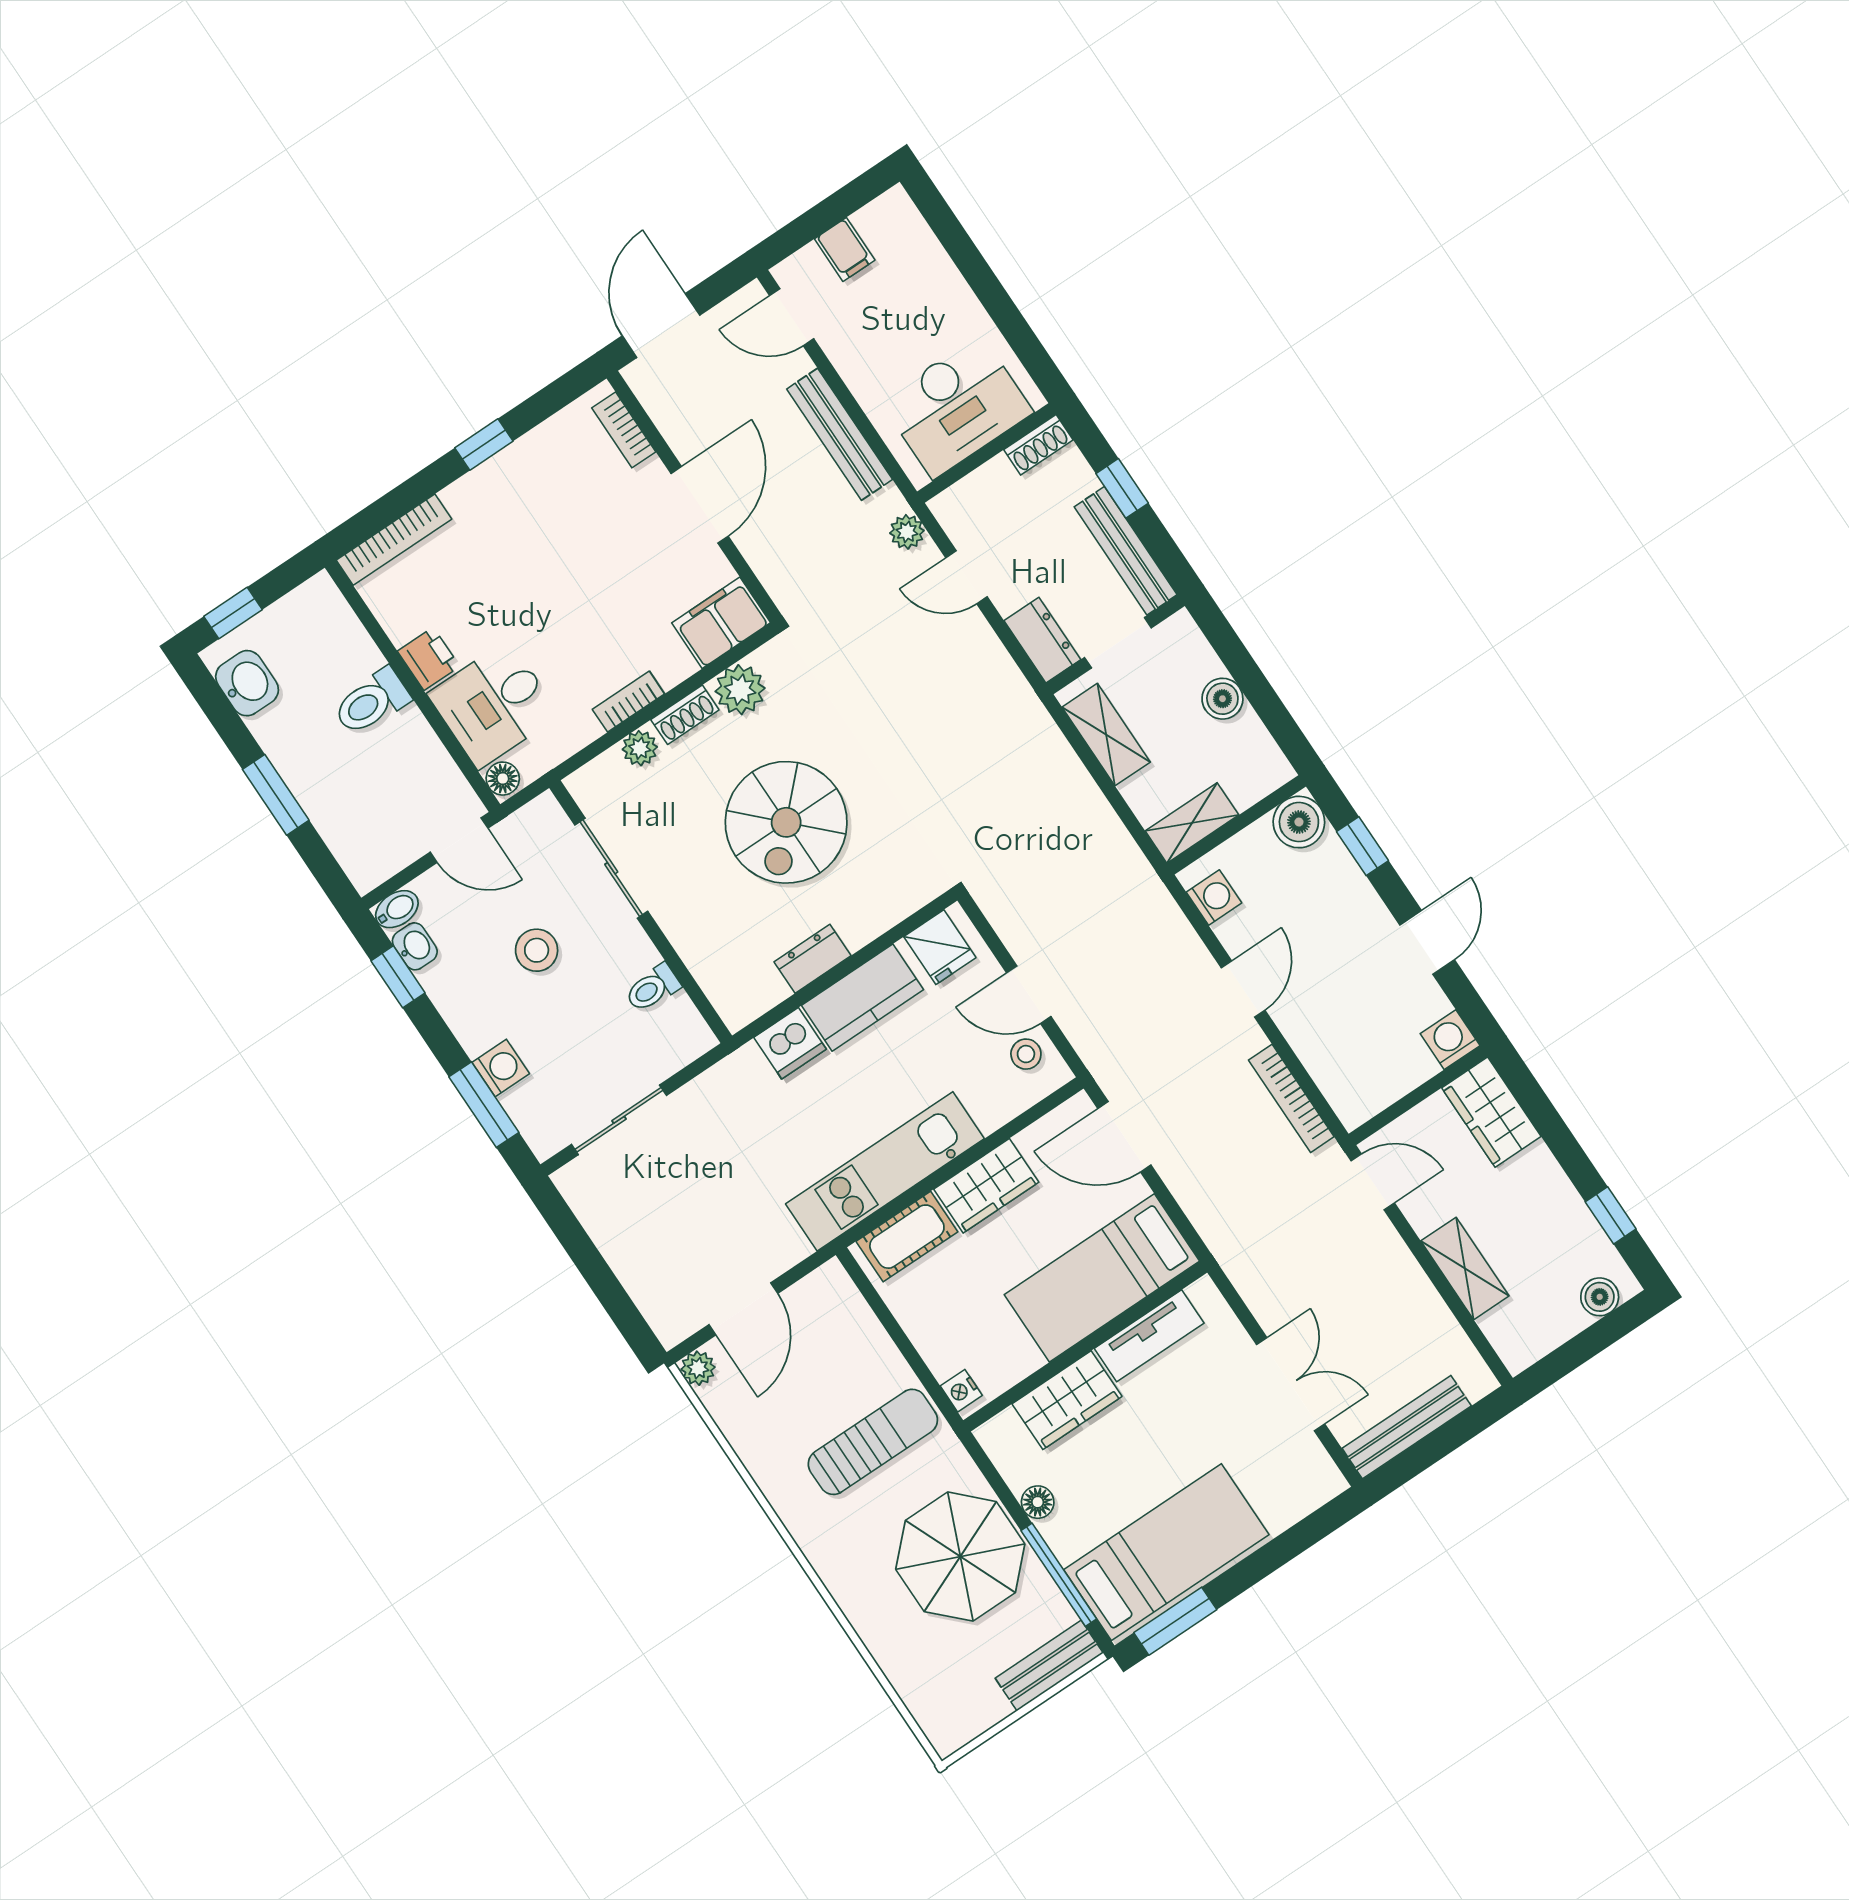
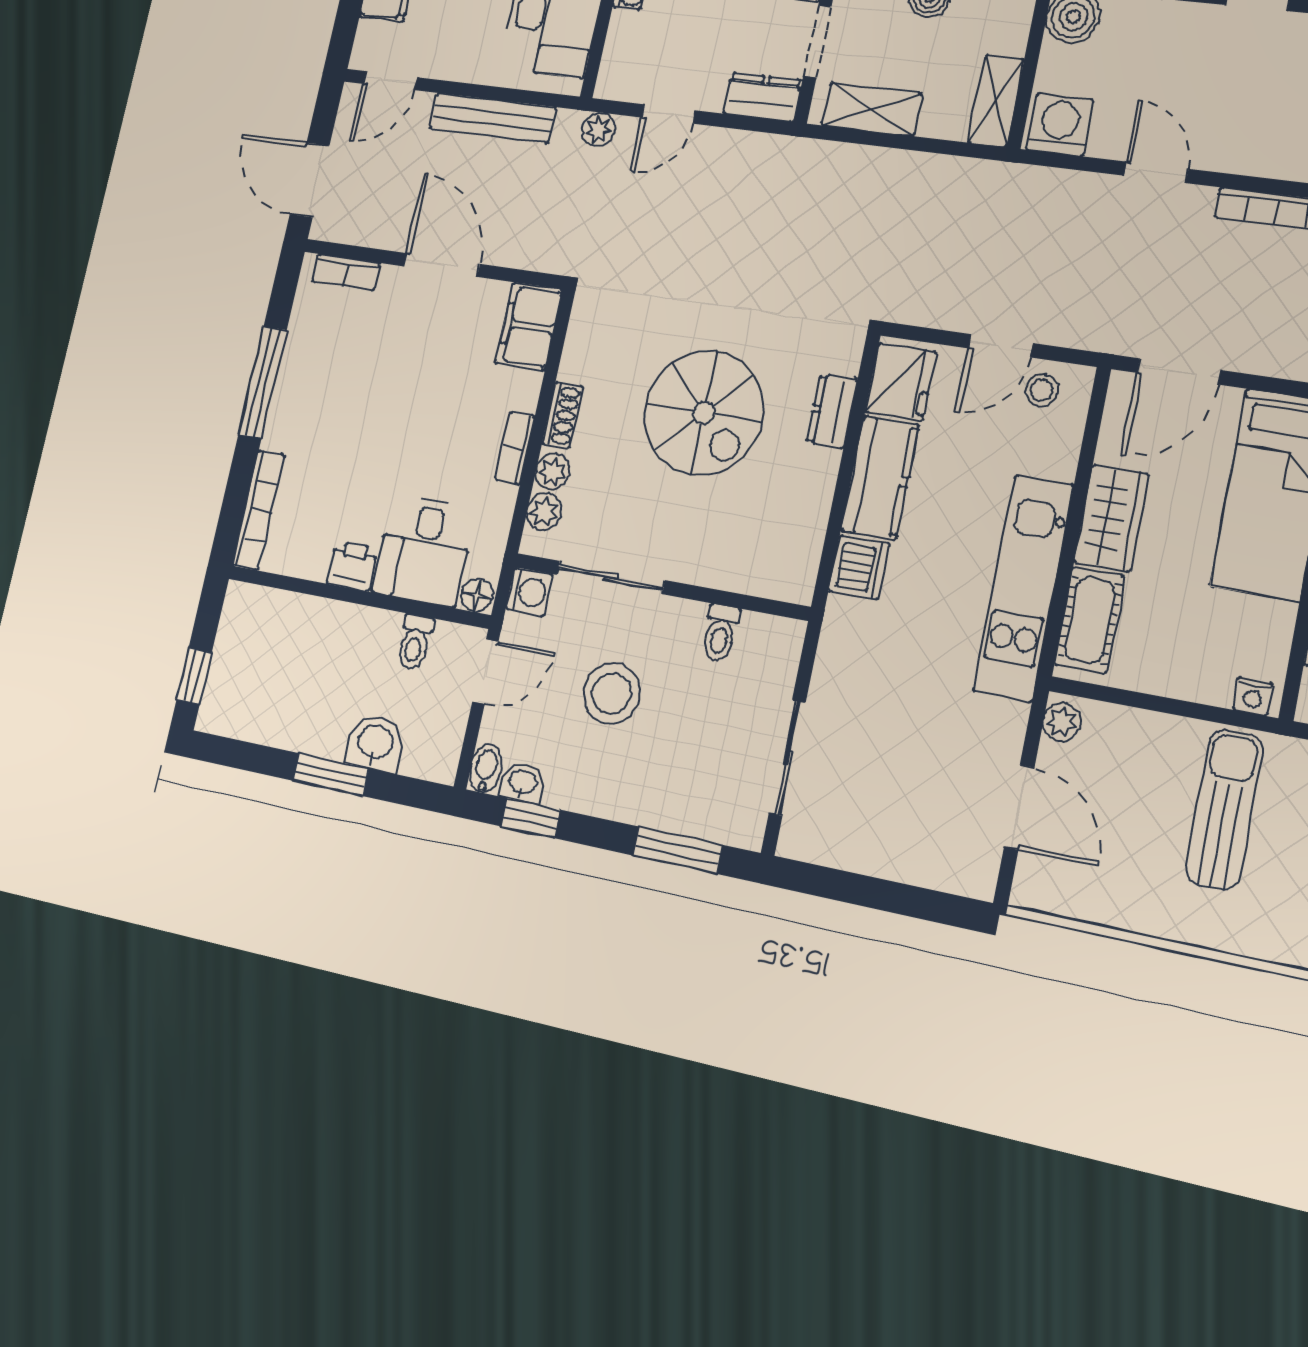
window: (484, 444) -> (262, 382), width x2.17
washbasin: (247, 683) -> (375, 743), moved
plant: (740, 690) -> (544, 512), moved, width x0.73, depth x0.73
toilet: (372, 702) -> (415, 642), moved, width x0.73, depth x0.72
washing machine: (1214, 898) -> (1060, 125), width x1.38, depth x1.38
fridge: (940, 947) -> (901, 382), width x1.38
stool: (537, 950) -> (612, 694), width x1.38, depth x1.38
dresser: (813, 959) -> (832, 411), moved
washing machine: (501, 1068) -> (529, 592), moved, turned 90
plant: (698, 1368) -> (1062, 722), moved

